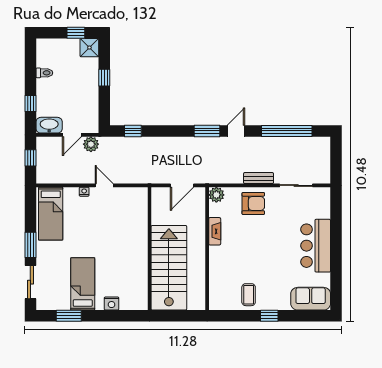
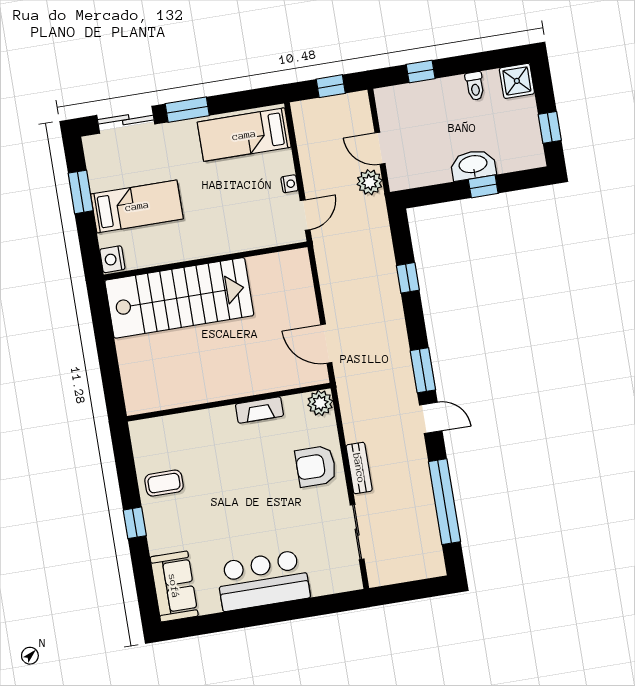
shower: (89, 48) -> (517, 81), moved
washbasin: (49, 125) -> (473, 165), moved, turned -90
window: (133, 131) -> (408, 278), moved
armchair: (253, 203) -> (316, 466), turned 90
wall: (150, 249) -> (206, 261), moved
stairs: (169, 268) -> (179, 298), moved

